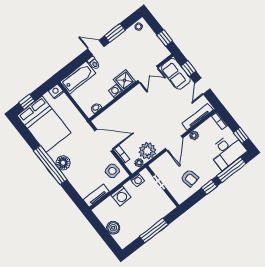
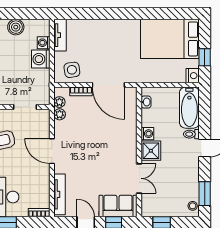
window: (115, 33) -> (205, 194), moved
double door: (148, 74) -> (139, 178), swing flipped
window: (27, 102) -> (205, 57), moved
plant: (194, 135) -> (44, 177), removed
door: (104, 140) -> (108, 85), hinge flipped
plant: (147, 151) -> (60, 114), width x0.53, depth x0.53
floor lamp: (63, 163) -> (118, 28), removed
window: (50, 165) -> (125, 14), removed
washing machine: (138, 180) -> (44, 43), moved

